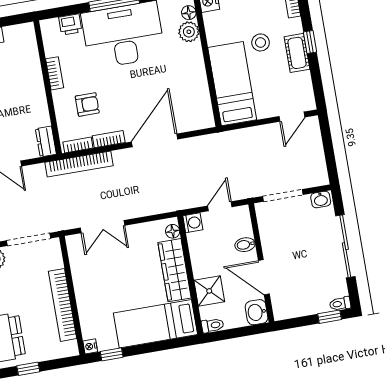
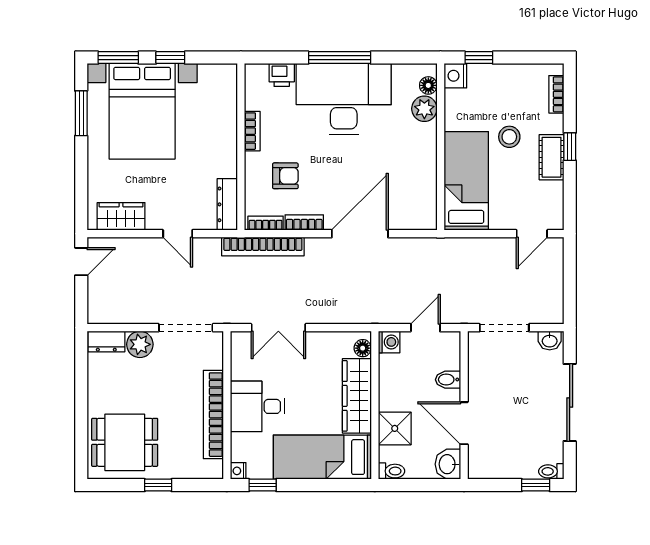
dresser: (46, 142) -> (227, 204), width x1.44
desk: (97, 292) -> (258, 406), added

